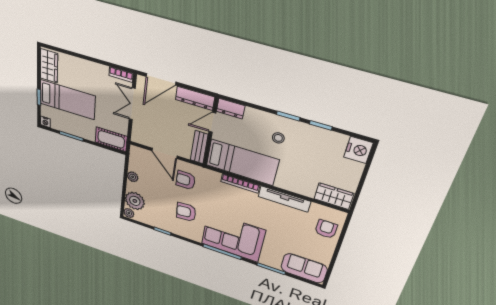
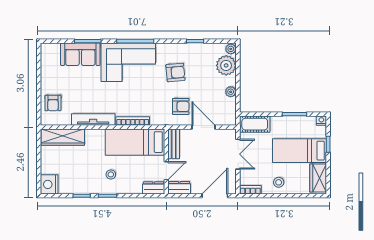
stool: (90, 74) -> (279, 182), added
dresser: (195, 98) -> (179, 188), width x0.70
double door: (132, 104) -> (238, 154), moved
wardrobe: (334, 196) -> (63, 137), width x1.50
sofa: (304, 268) -> (80, 54), moved

